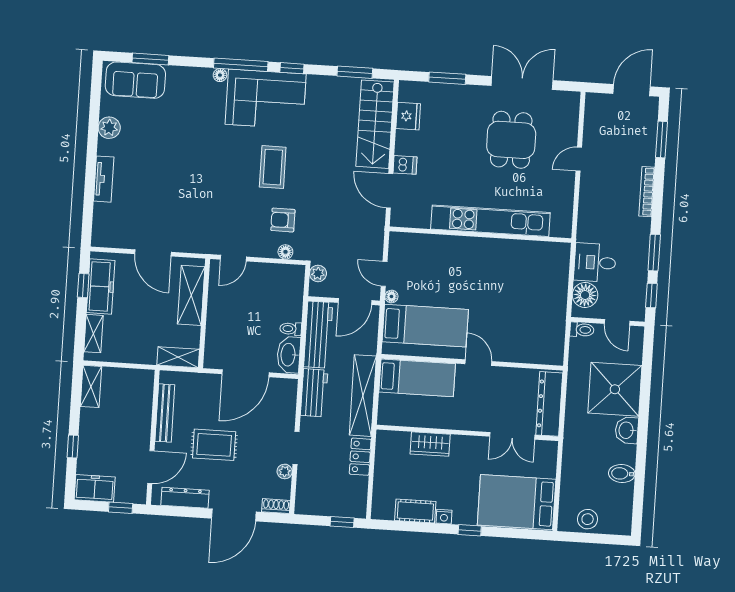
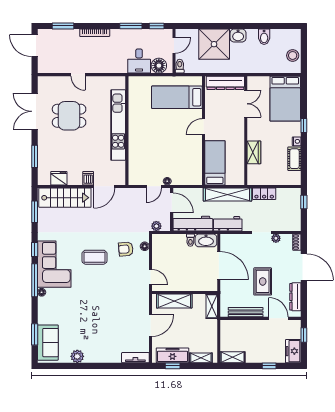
tv unit: (104, 179) -> (135, 358), moved
armchair: (283, 220) -> (126, 249), turned 85
bed: (425, 326) -> (177, 97), moved, turned -90

